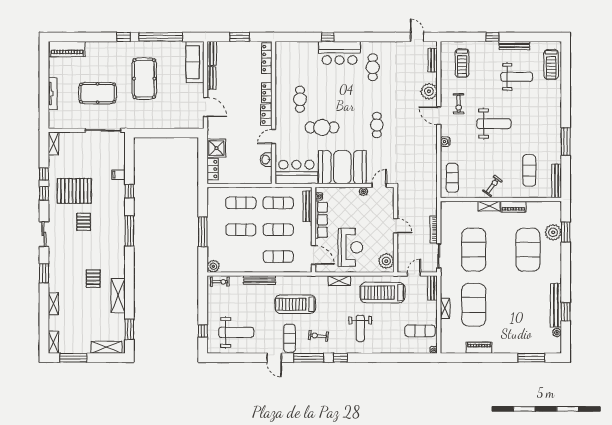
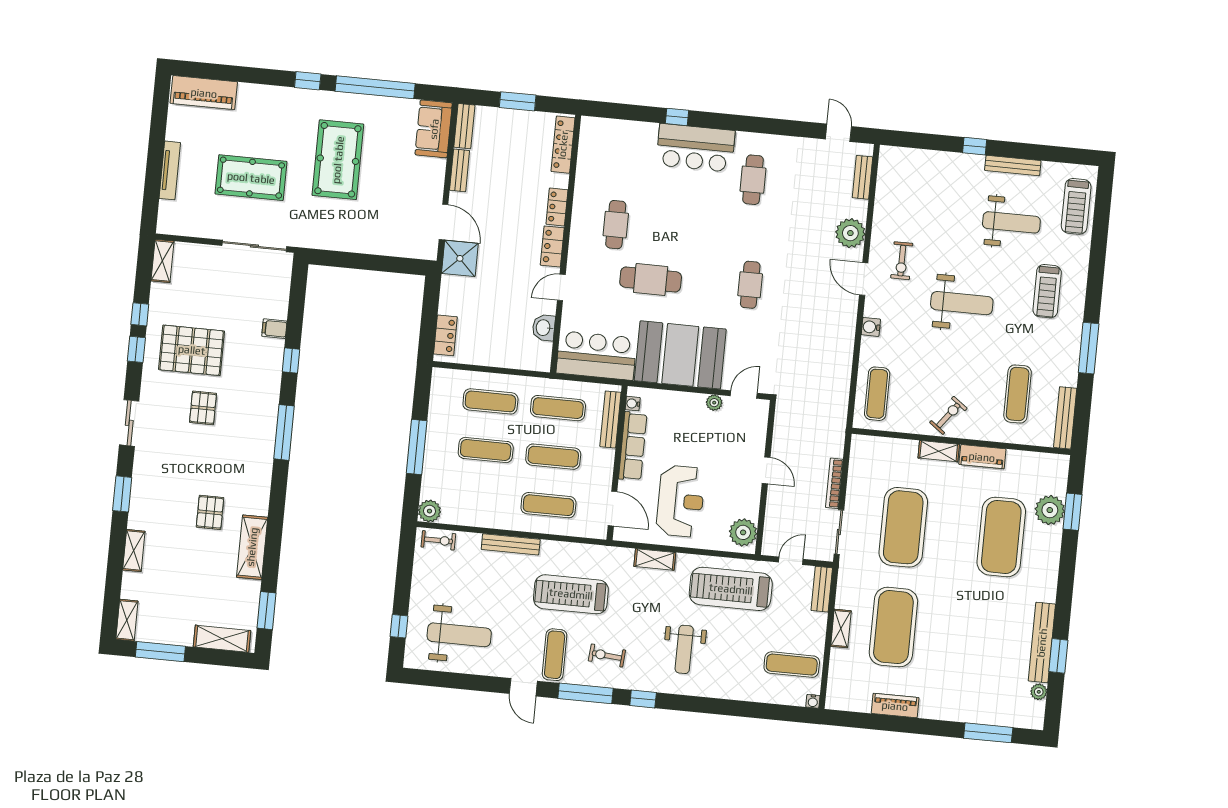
sofa: (195, 62) -> (434, 129), width x0.73
treadmill: (462, 63) -> (1047, 291), moved
shower: (216, 148) -> (460, 258), moved

